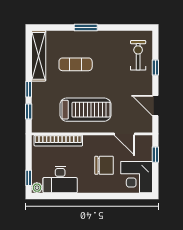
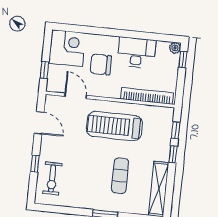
exercise mat: (76, 64) -> (120, 176), turned 90
desk: (60, 180) -> (136, 53), moved

